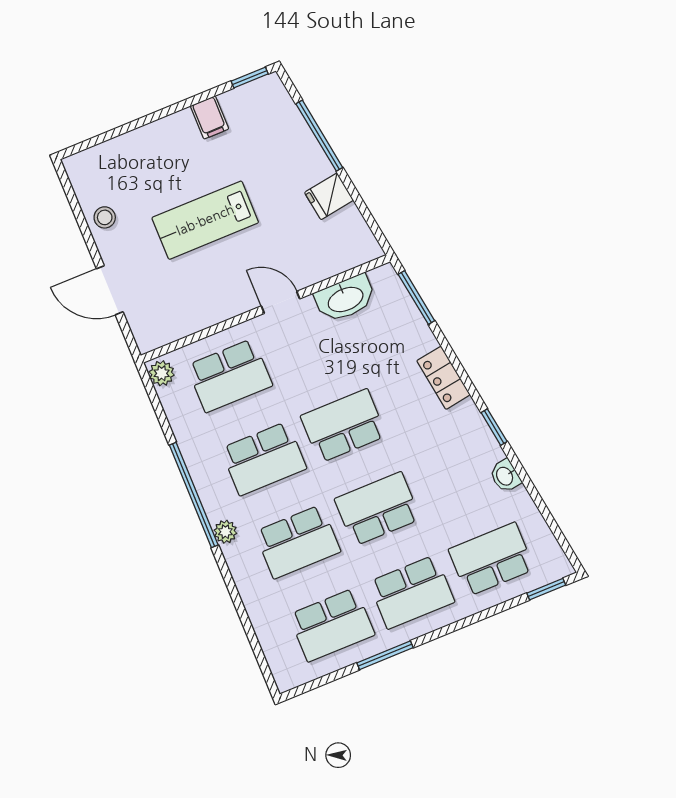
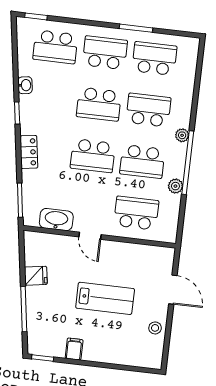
plant: (162, 373) -> (175, 186), moved
school desk: (264, 459) -> (142, 162), turned 180

